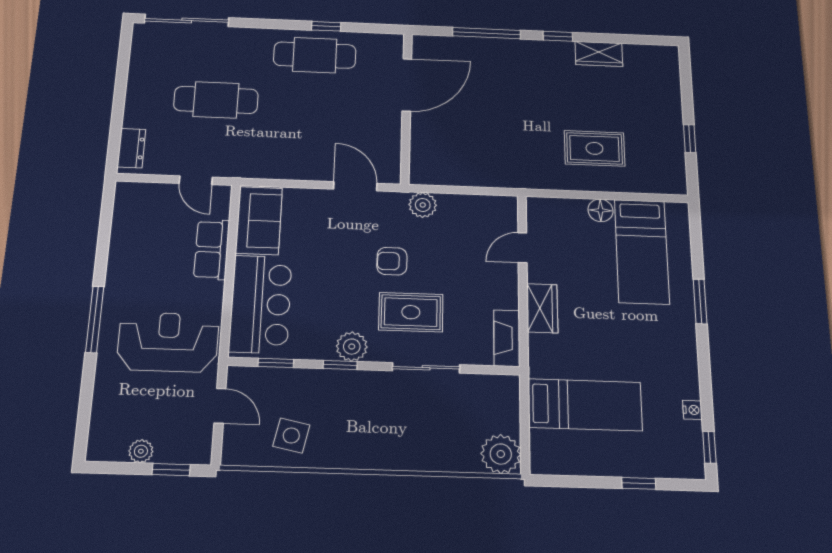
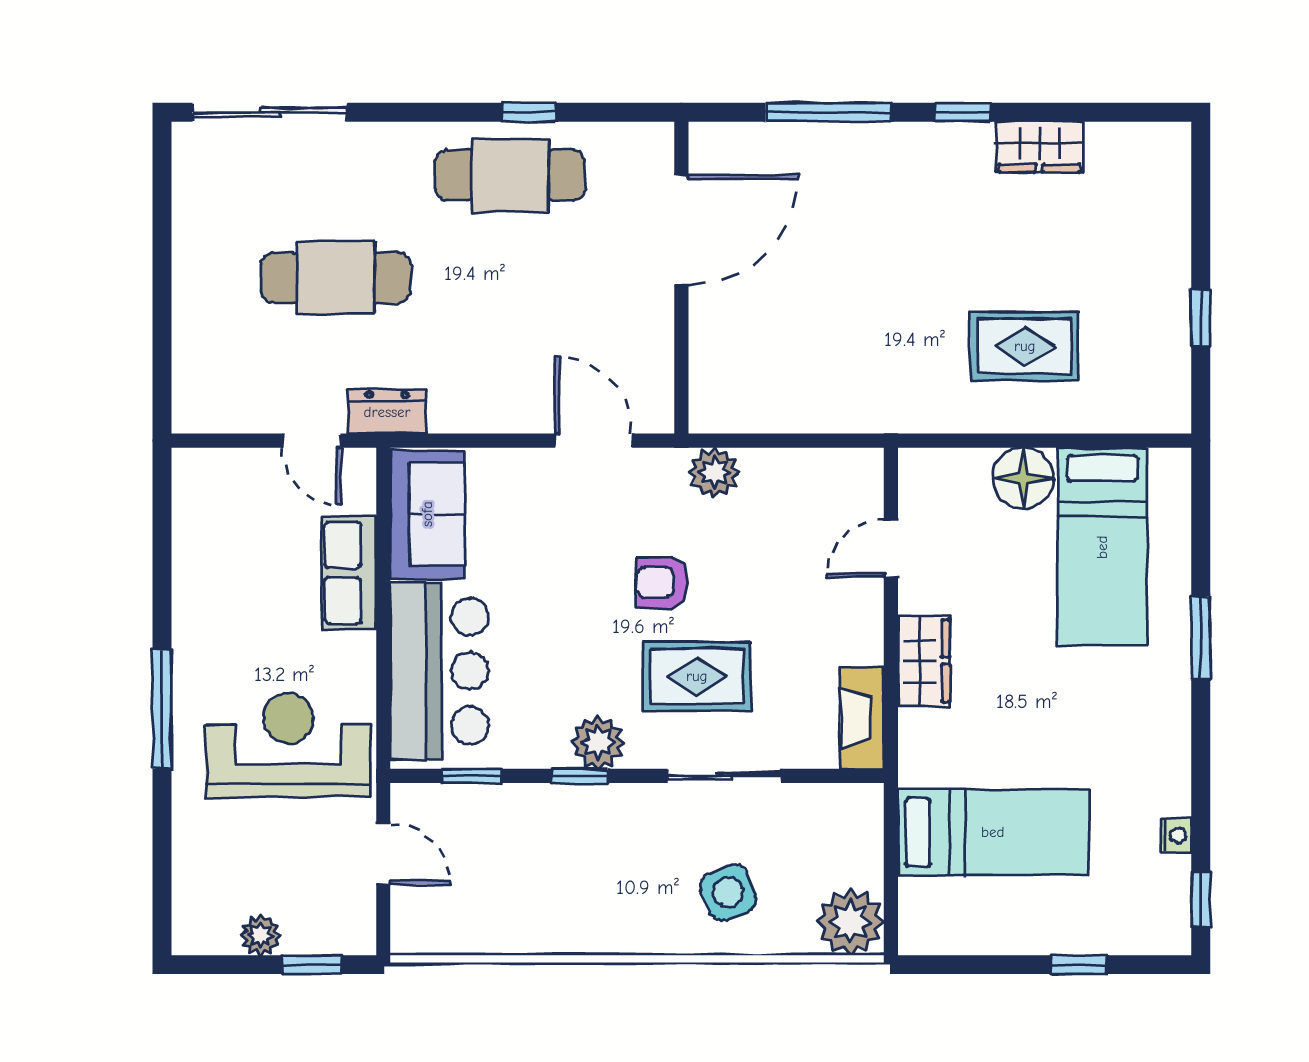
dresser: (131, 148) -> (387, 412), moved, turned -90
floor lamp: (601, 210) -> (1023, 478), width x1.38, depth x1.38
side table: (291, 435) -> (728, 893), moved, turned -35

